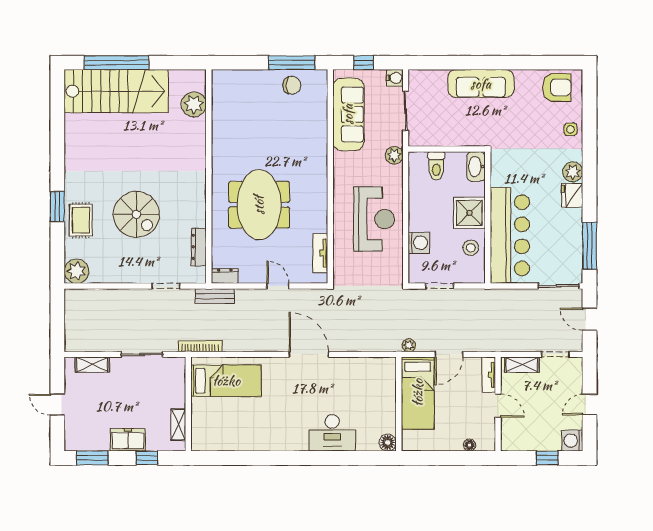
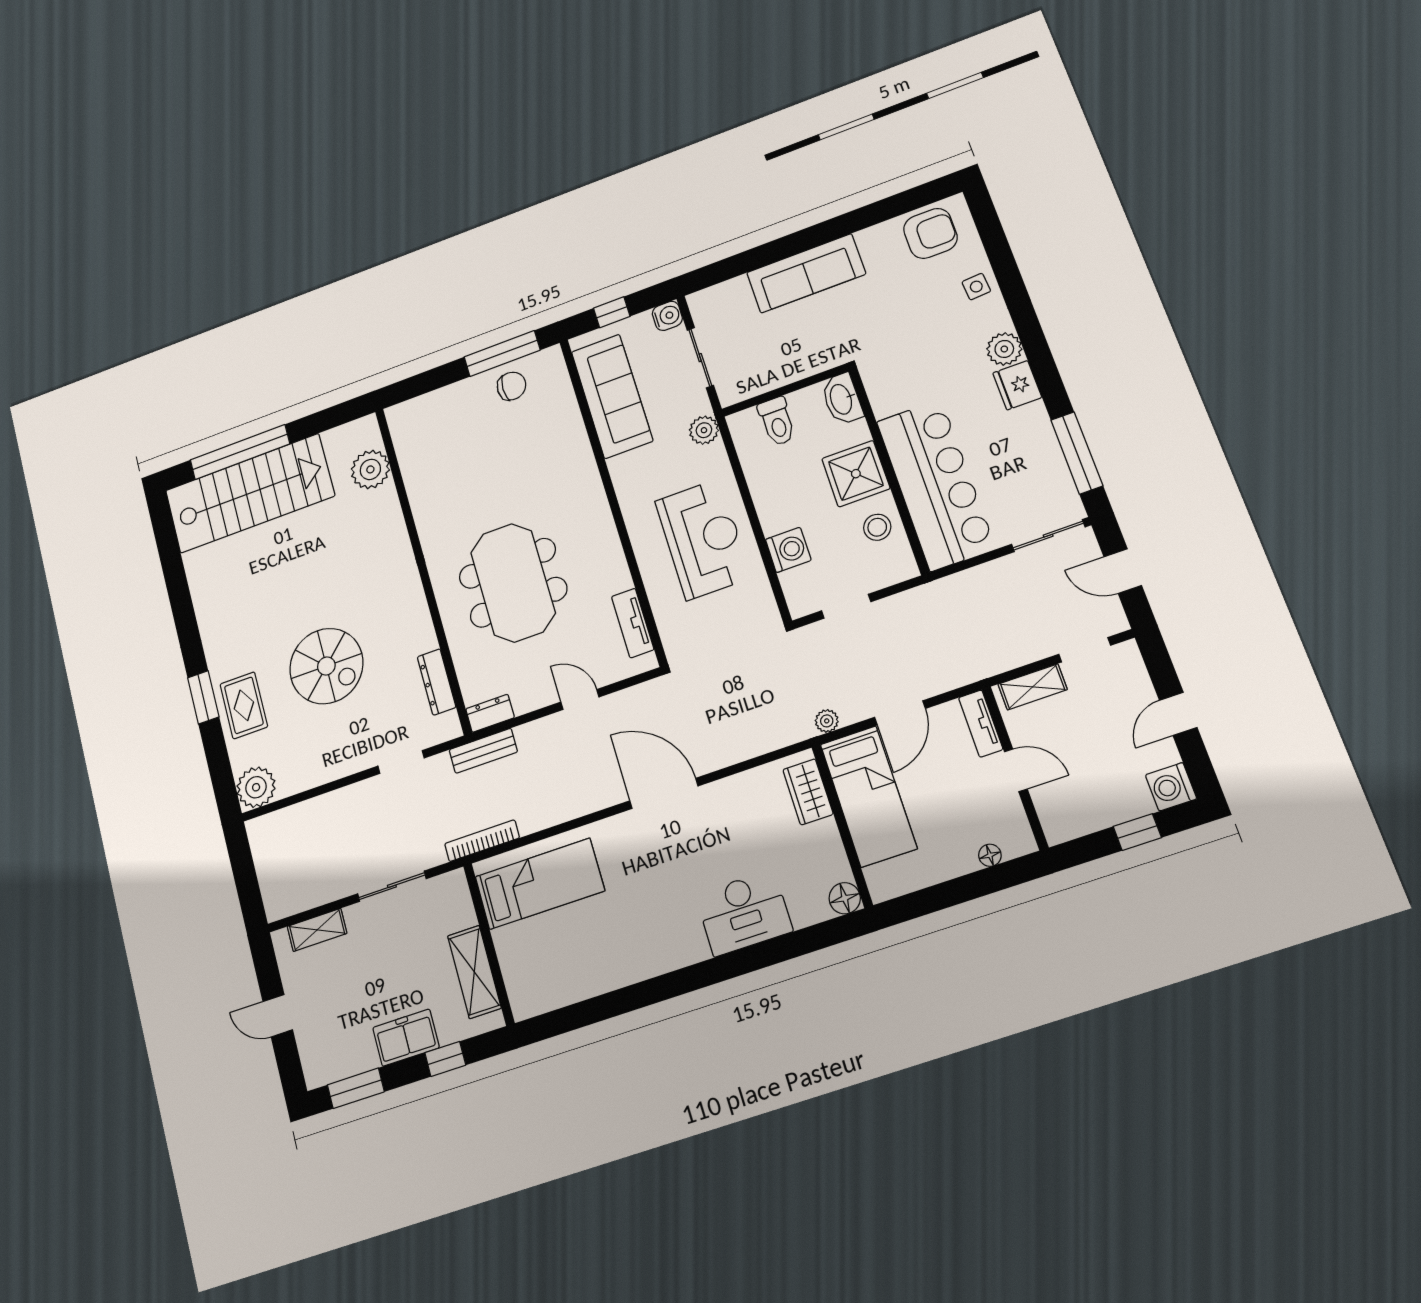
wardrobe: (387, 380) -> (808, 792), added
shelving: (178, 425) -> (474, 972), width x1.50, depth x1.33

